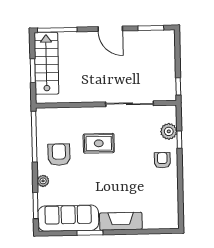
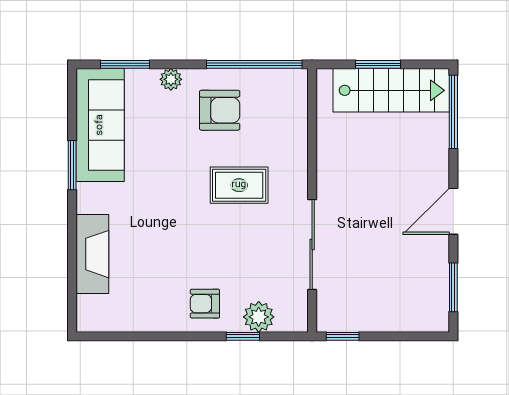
rug: (99, 143) -> (239, 185), turned 90
armchair: (162, 160) -> (205, 304), turned 180
fireplace: (121, 221) -> (92, 254), moved

